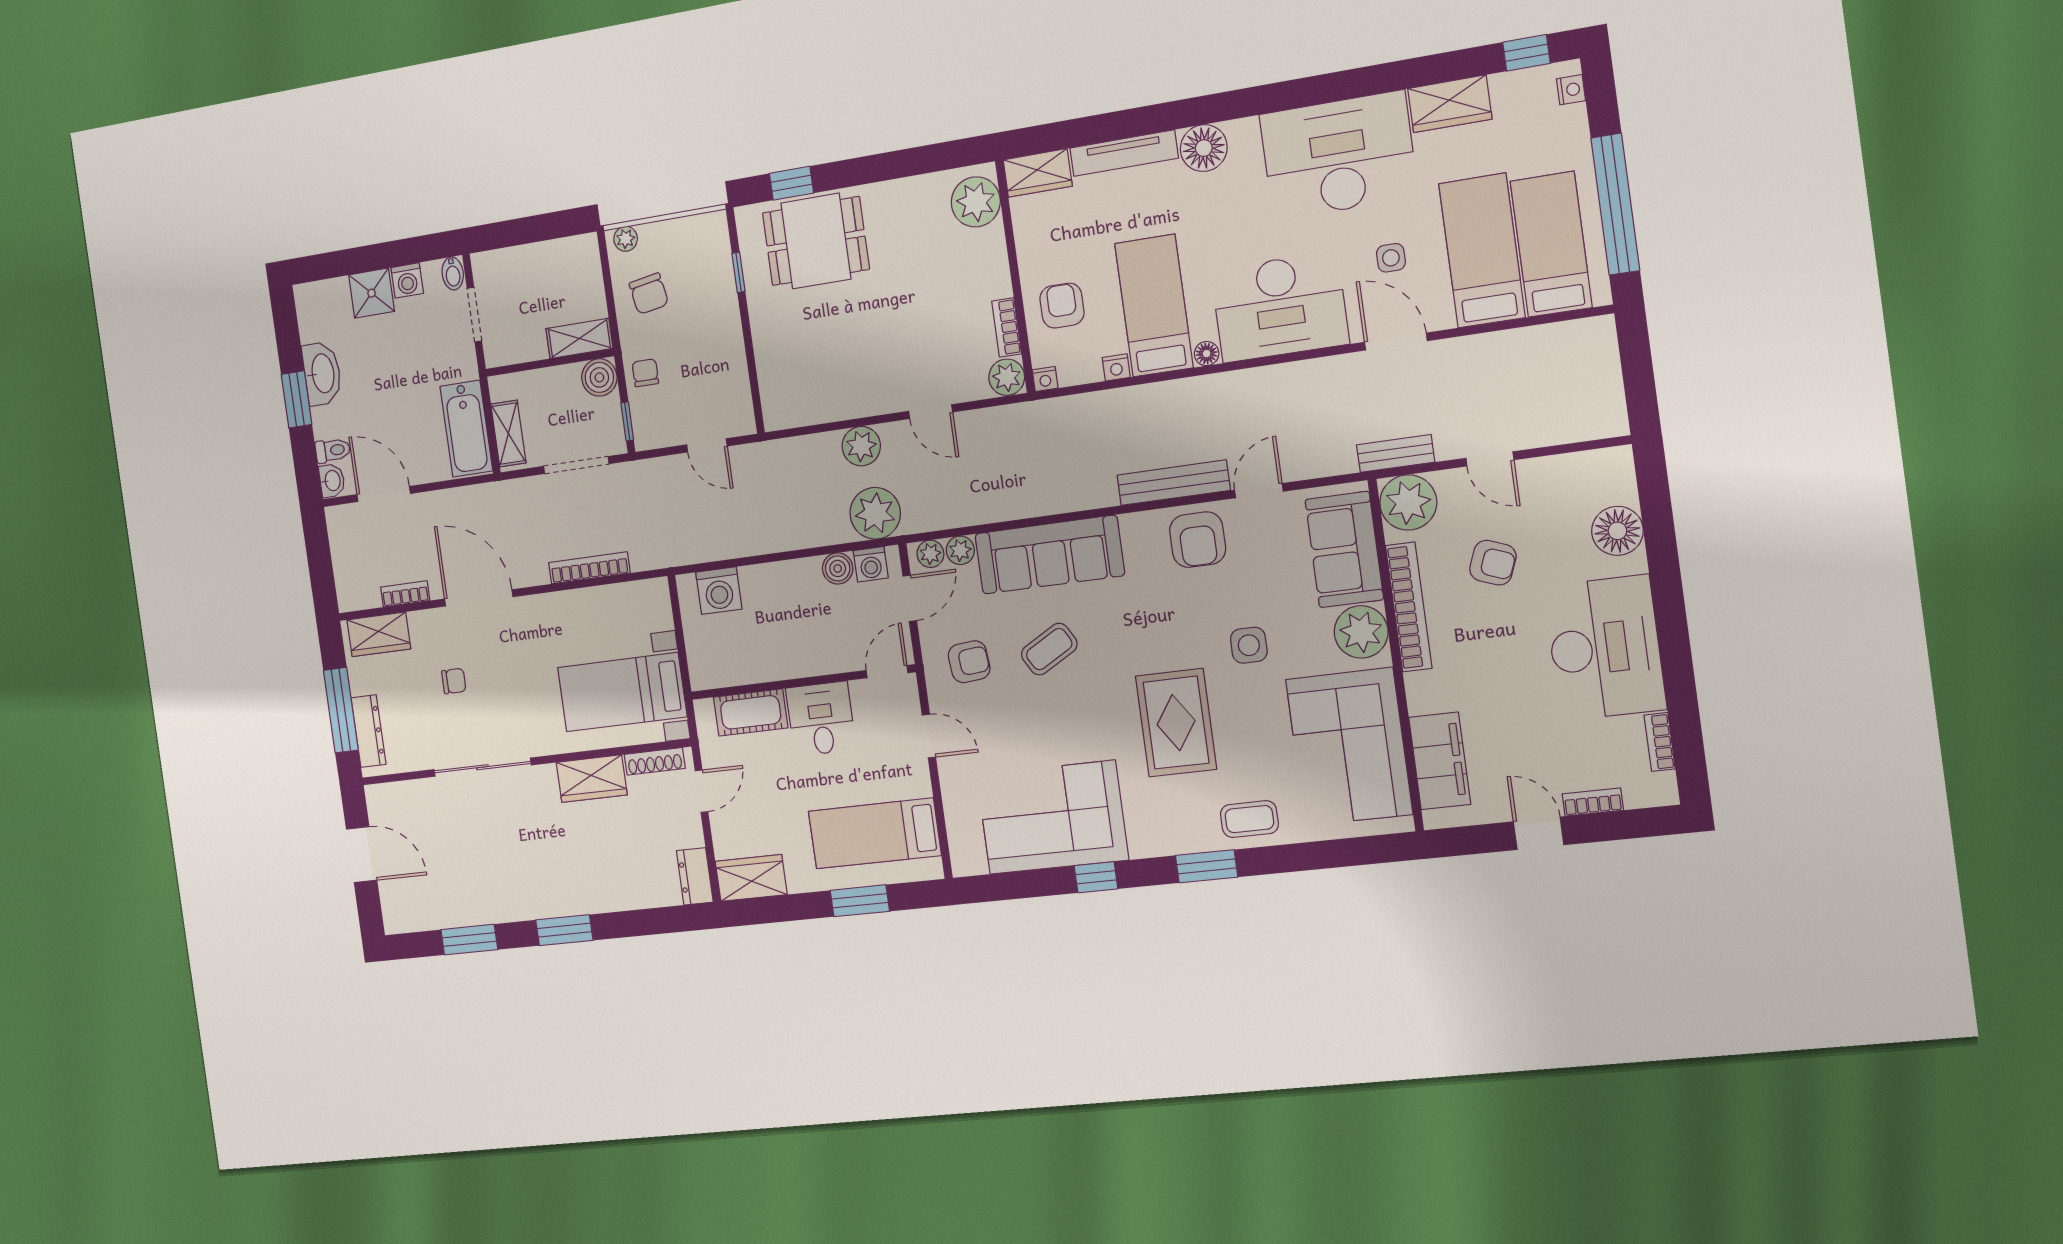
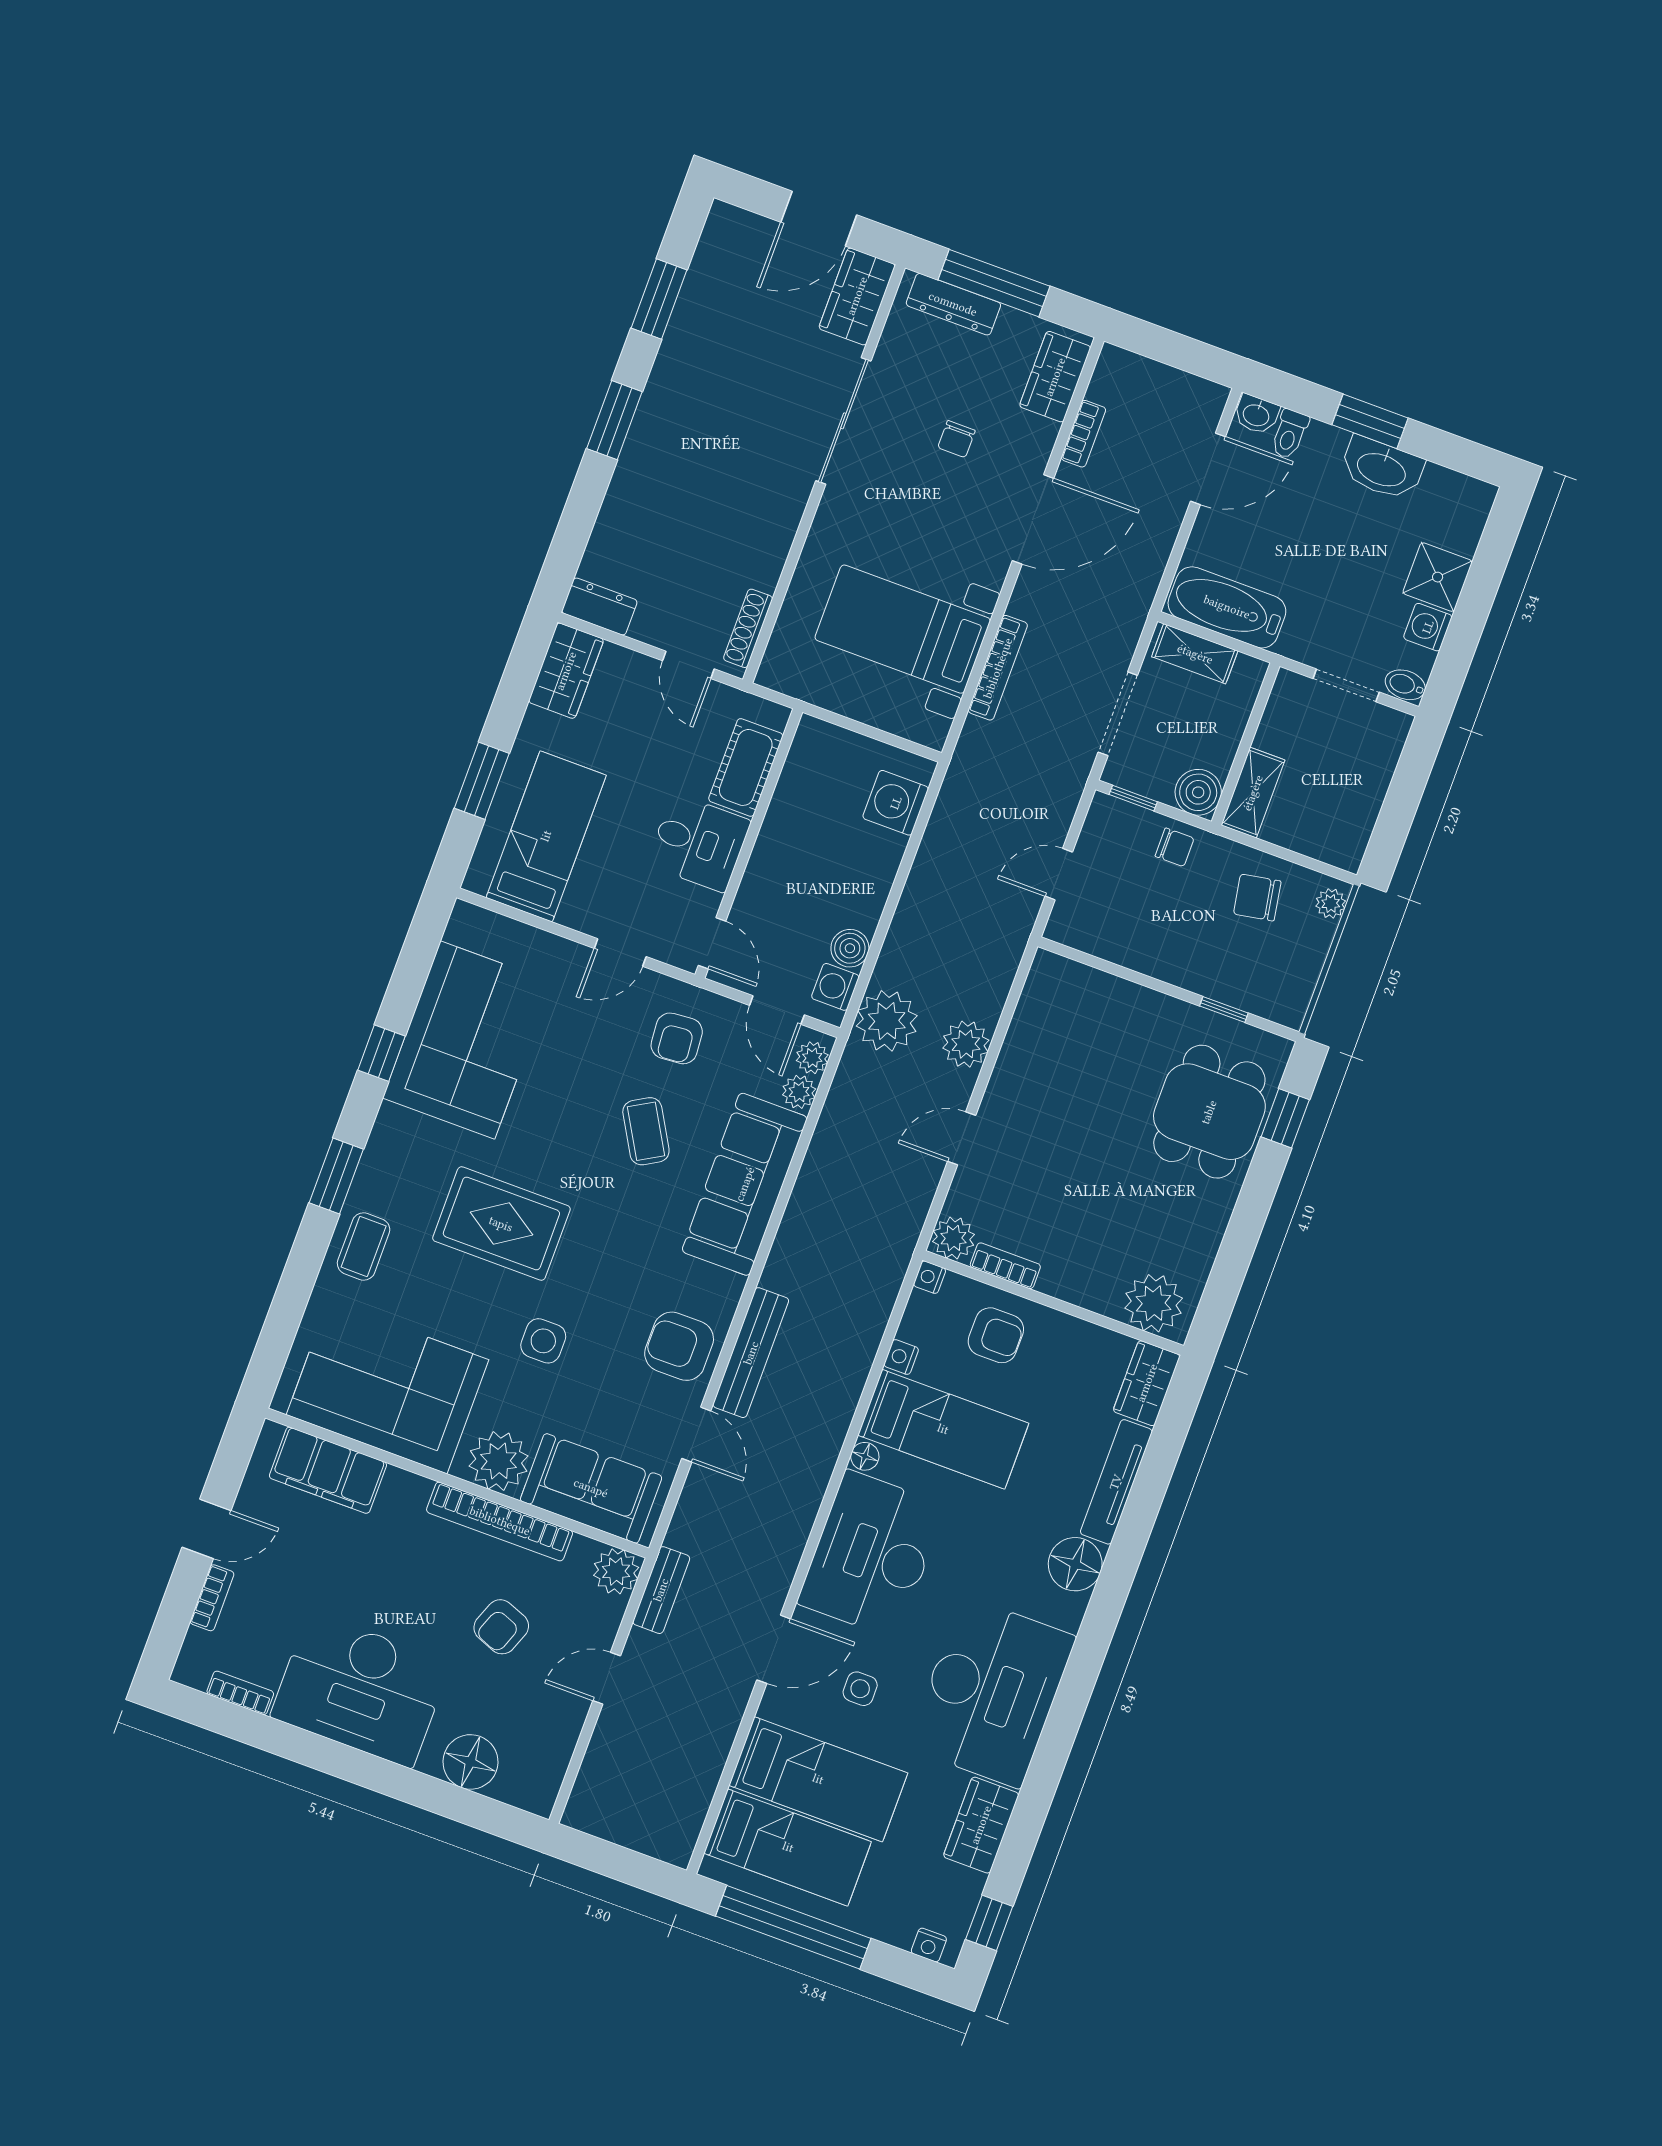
plant: (1408, 502) -> (616, 1571), width x0.73, depth x0.73
bed with nightstands: (622, 692) -> (903, 629), moved, turned -90
wardrobe: (592, 779) -> (857, 296), moved

